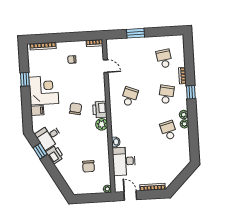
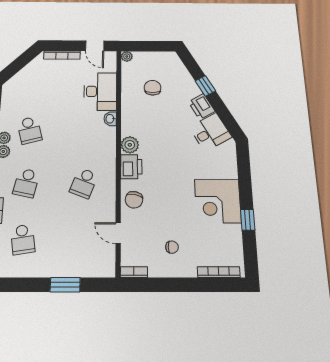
chair: (76, 109) -> (134, 200), moved
filing cabinet: (37, 110) -> (228, 171), removed
window: (40, 151) -> (205, 86), moved

